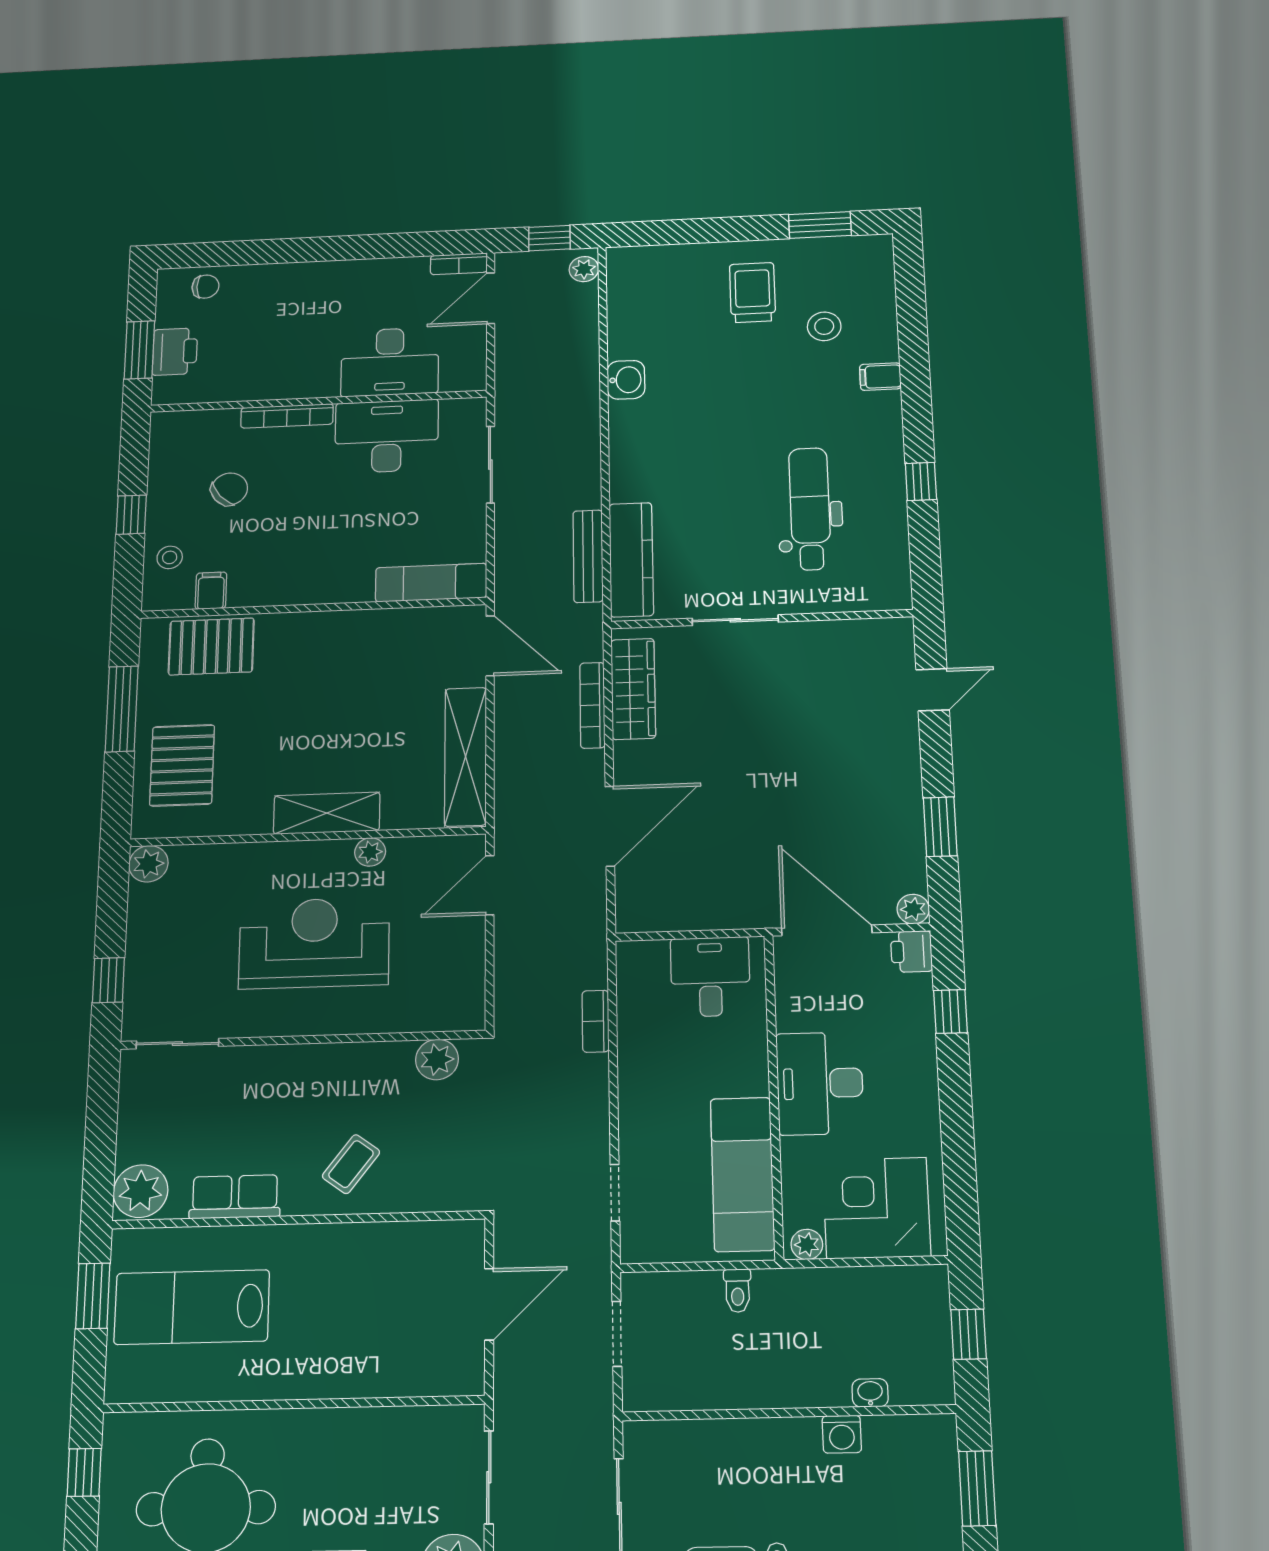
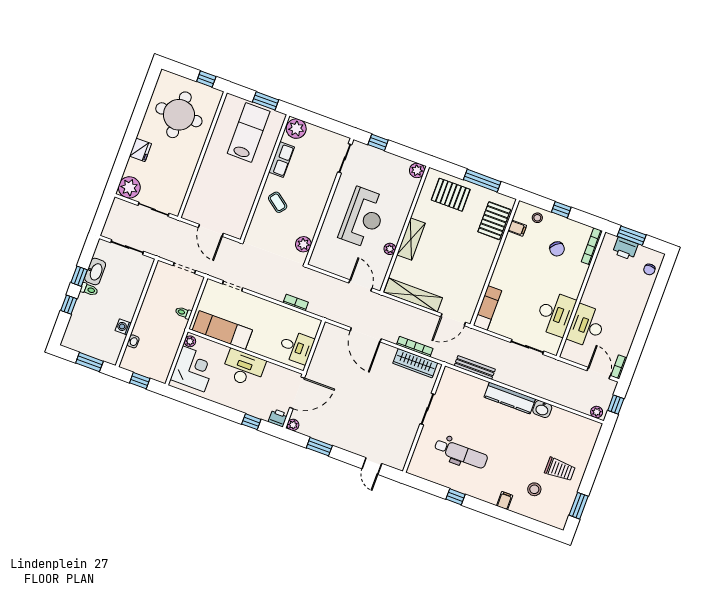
bookcase: (287, 416) -> (592, 246), moved
kitchen counter: (631, 560) -> (510, 398), moved

